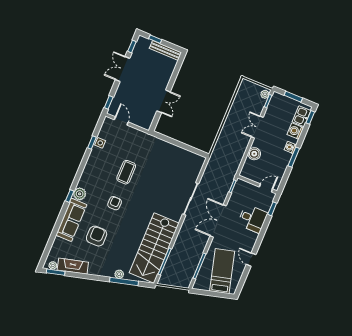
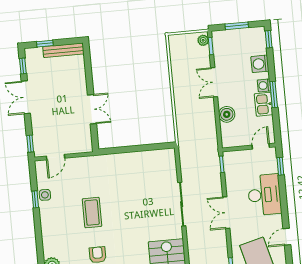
kitchen sink: (301, 116) -> (264, 104), moved
door: (121, 121) -> (55, 157), swing flipped
desk: (253, 219) -> (264, 195), width x1.37
double door: (218, 221) -> (226, 213), width x0.73
door: (251, 260) -> (287, 237), hinge flipped

